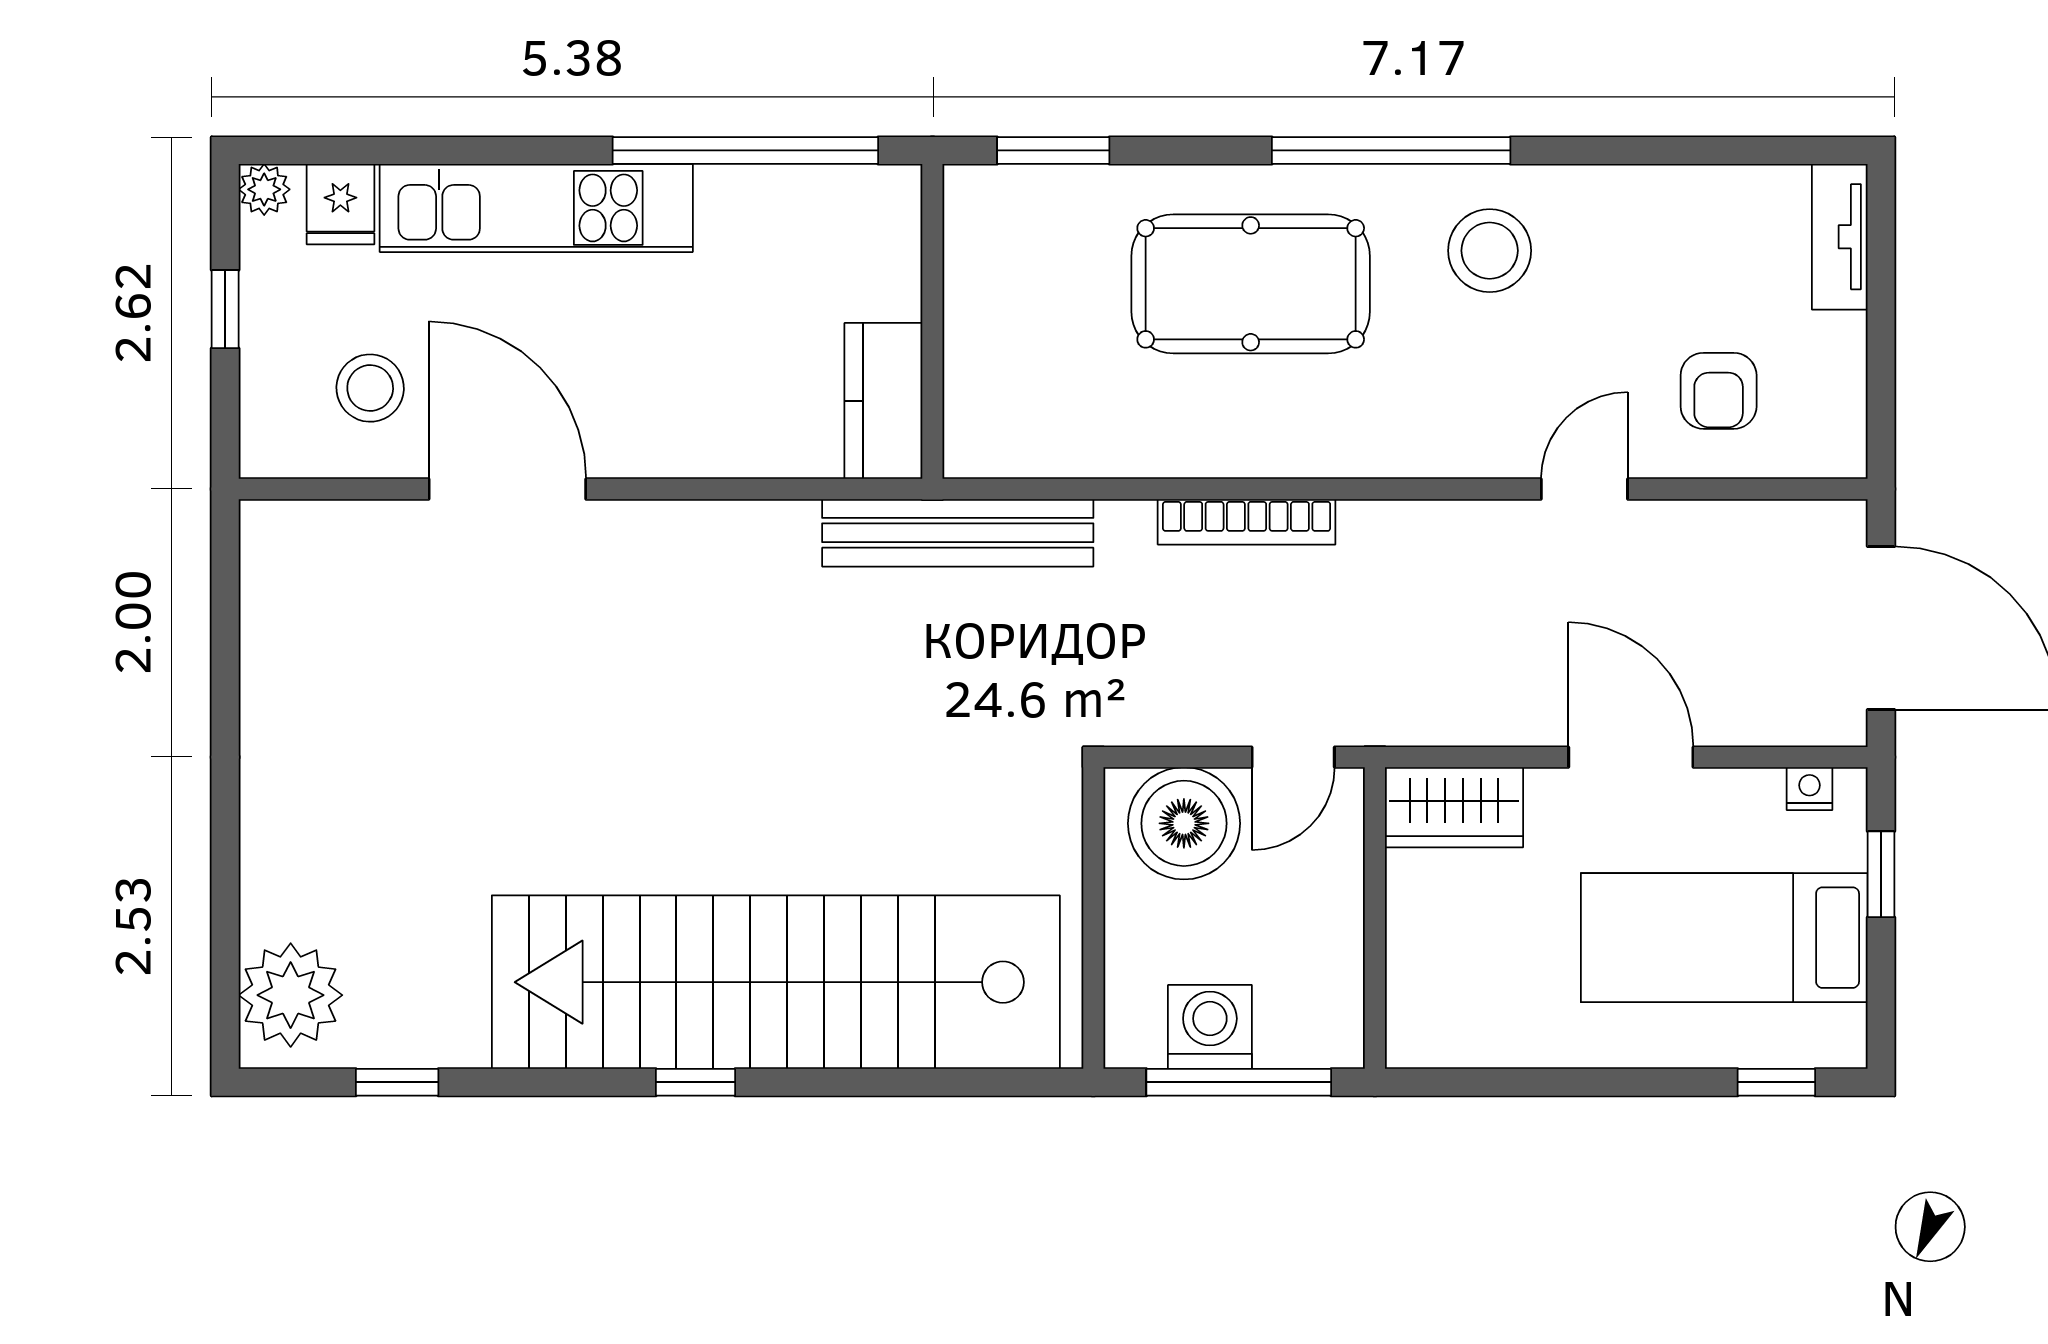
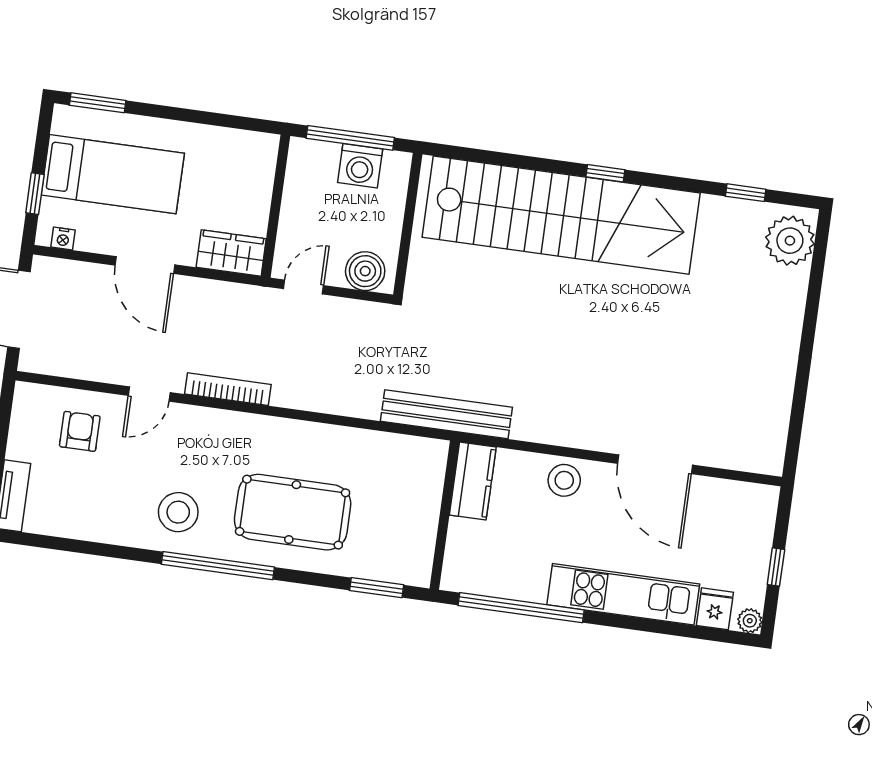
stool: (370, 388) -> (564, 480), moved
bookcase: (1247, 522) -> (228, 389), moved
boiler: (1184, 823) -> (365, 271), width x0.73, depth x0.73
window: (1776, 1082) -> (98, 103), width x1.50

